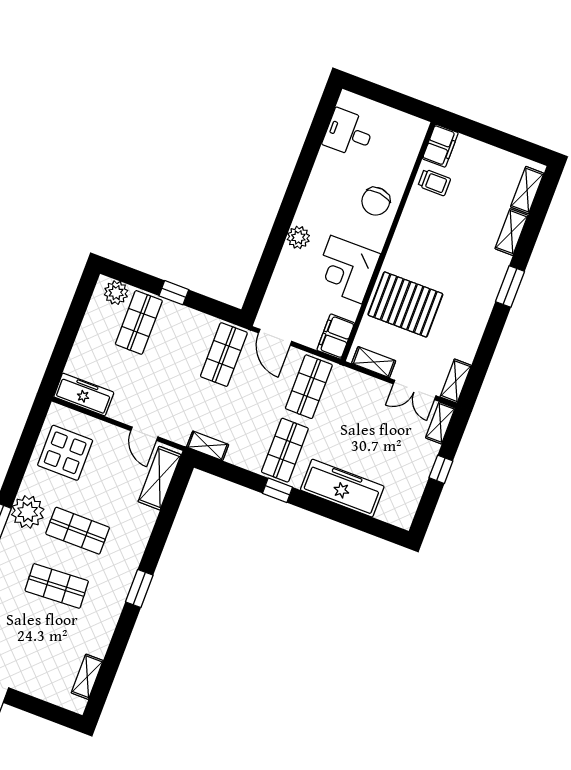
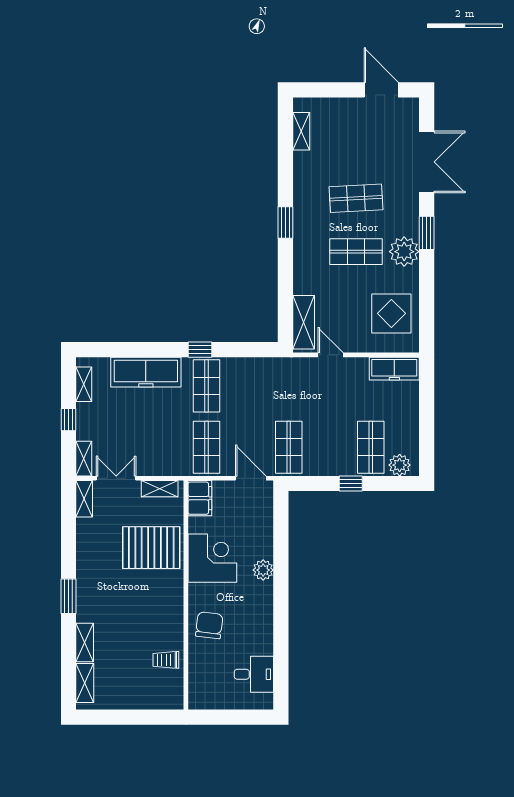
filing cabinet: (440, 146) -> (172, 693), removed
shelving: (208, 446) -> (84, 384), moved, turned 90

